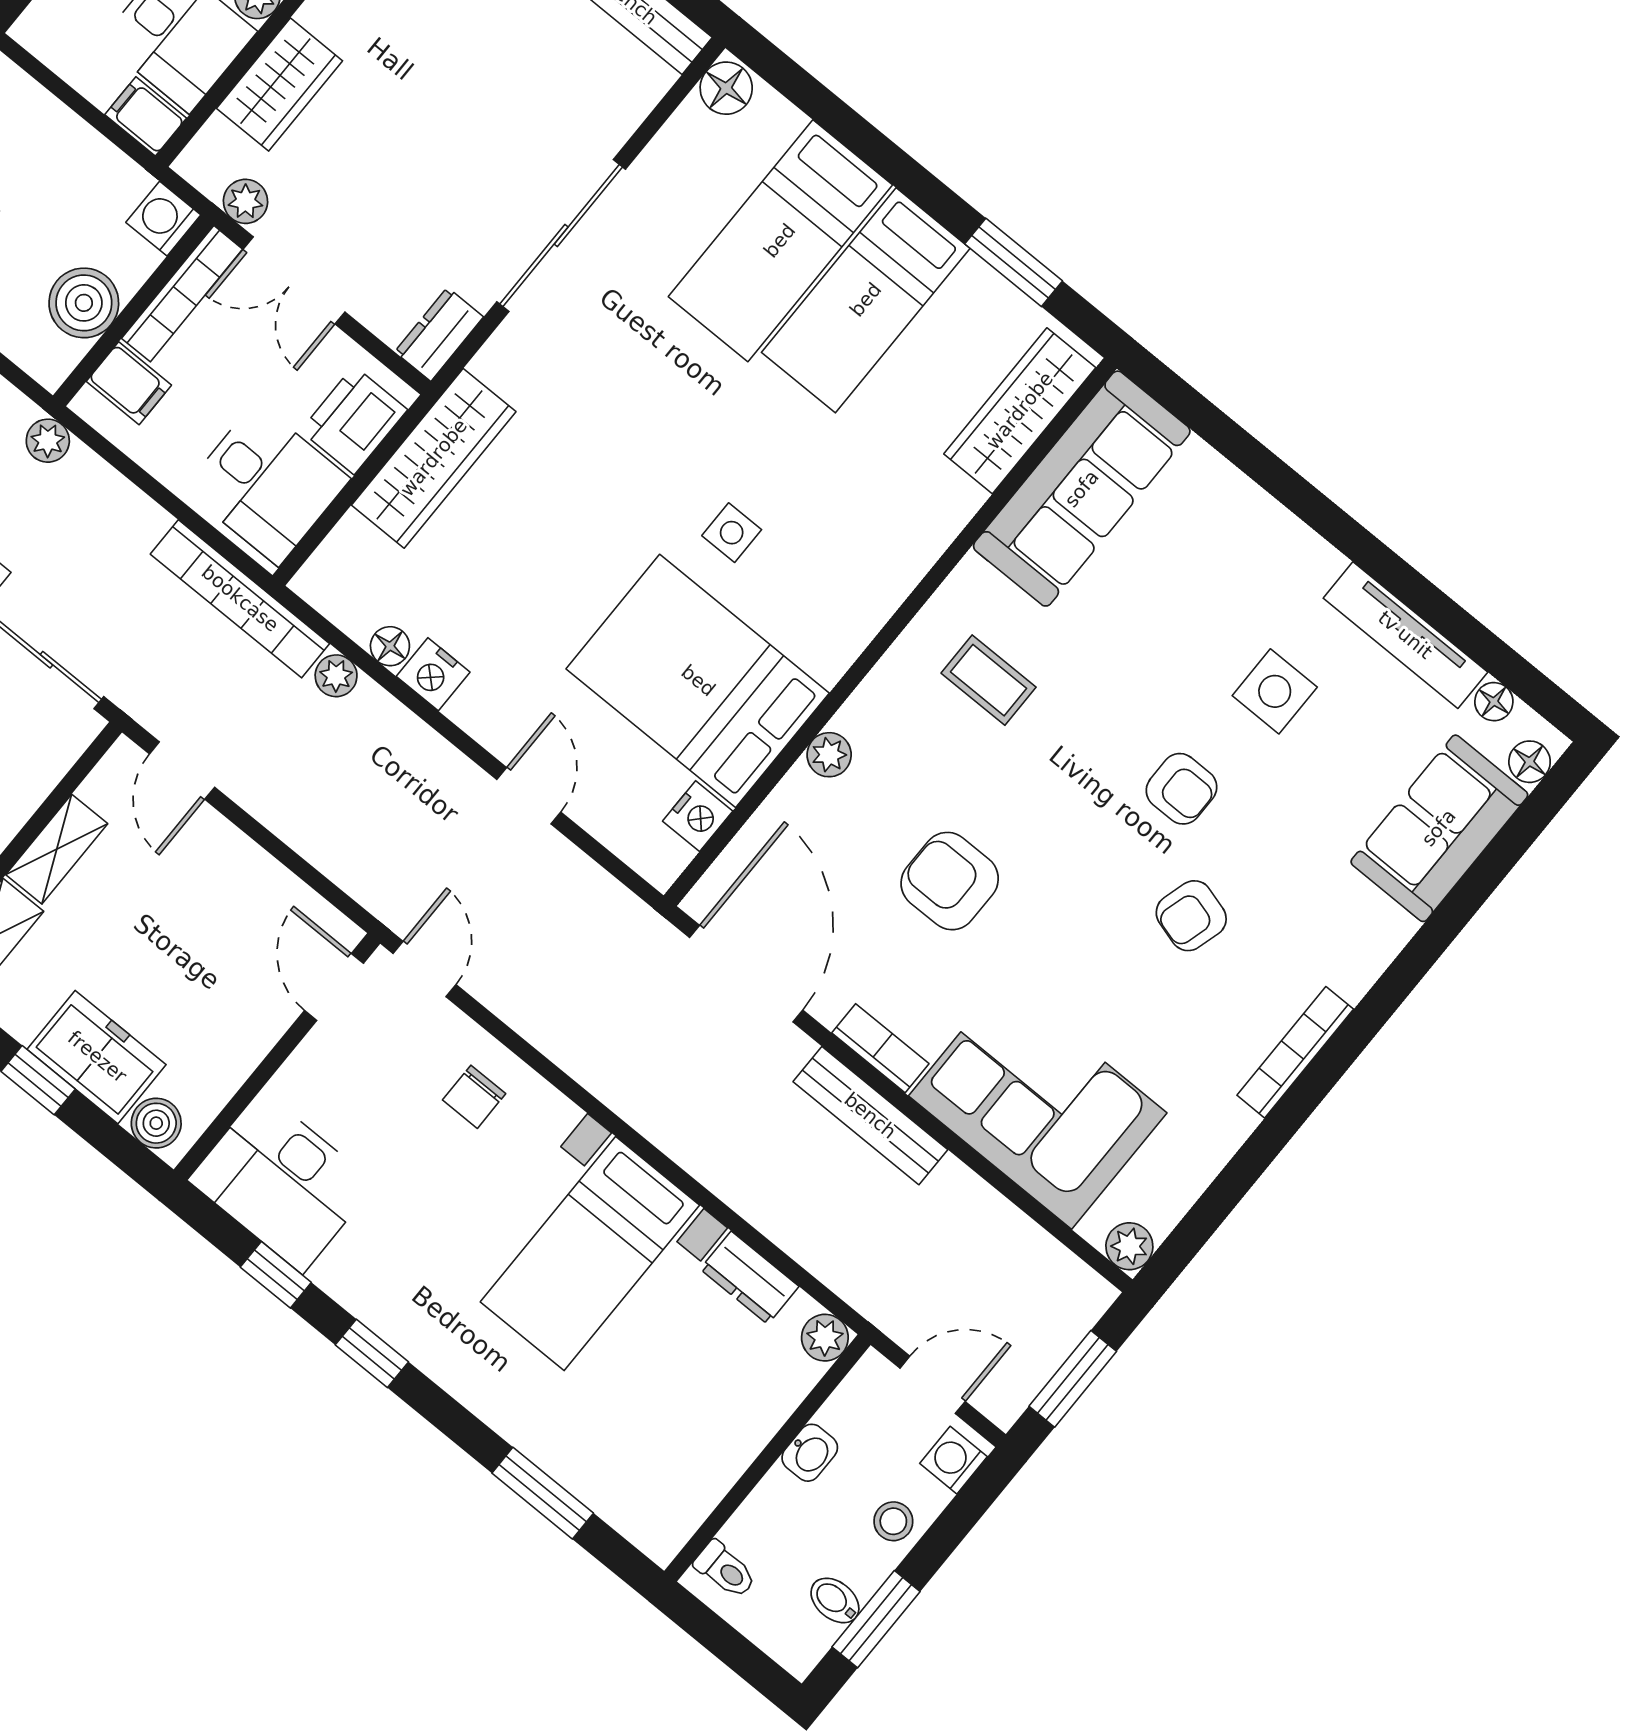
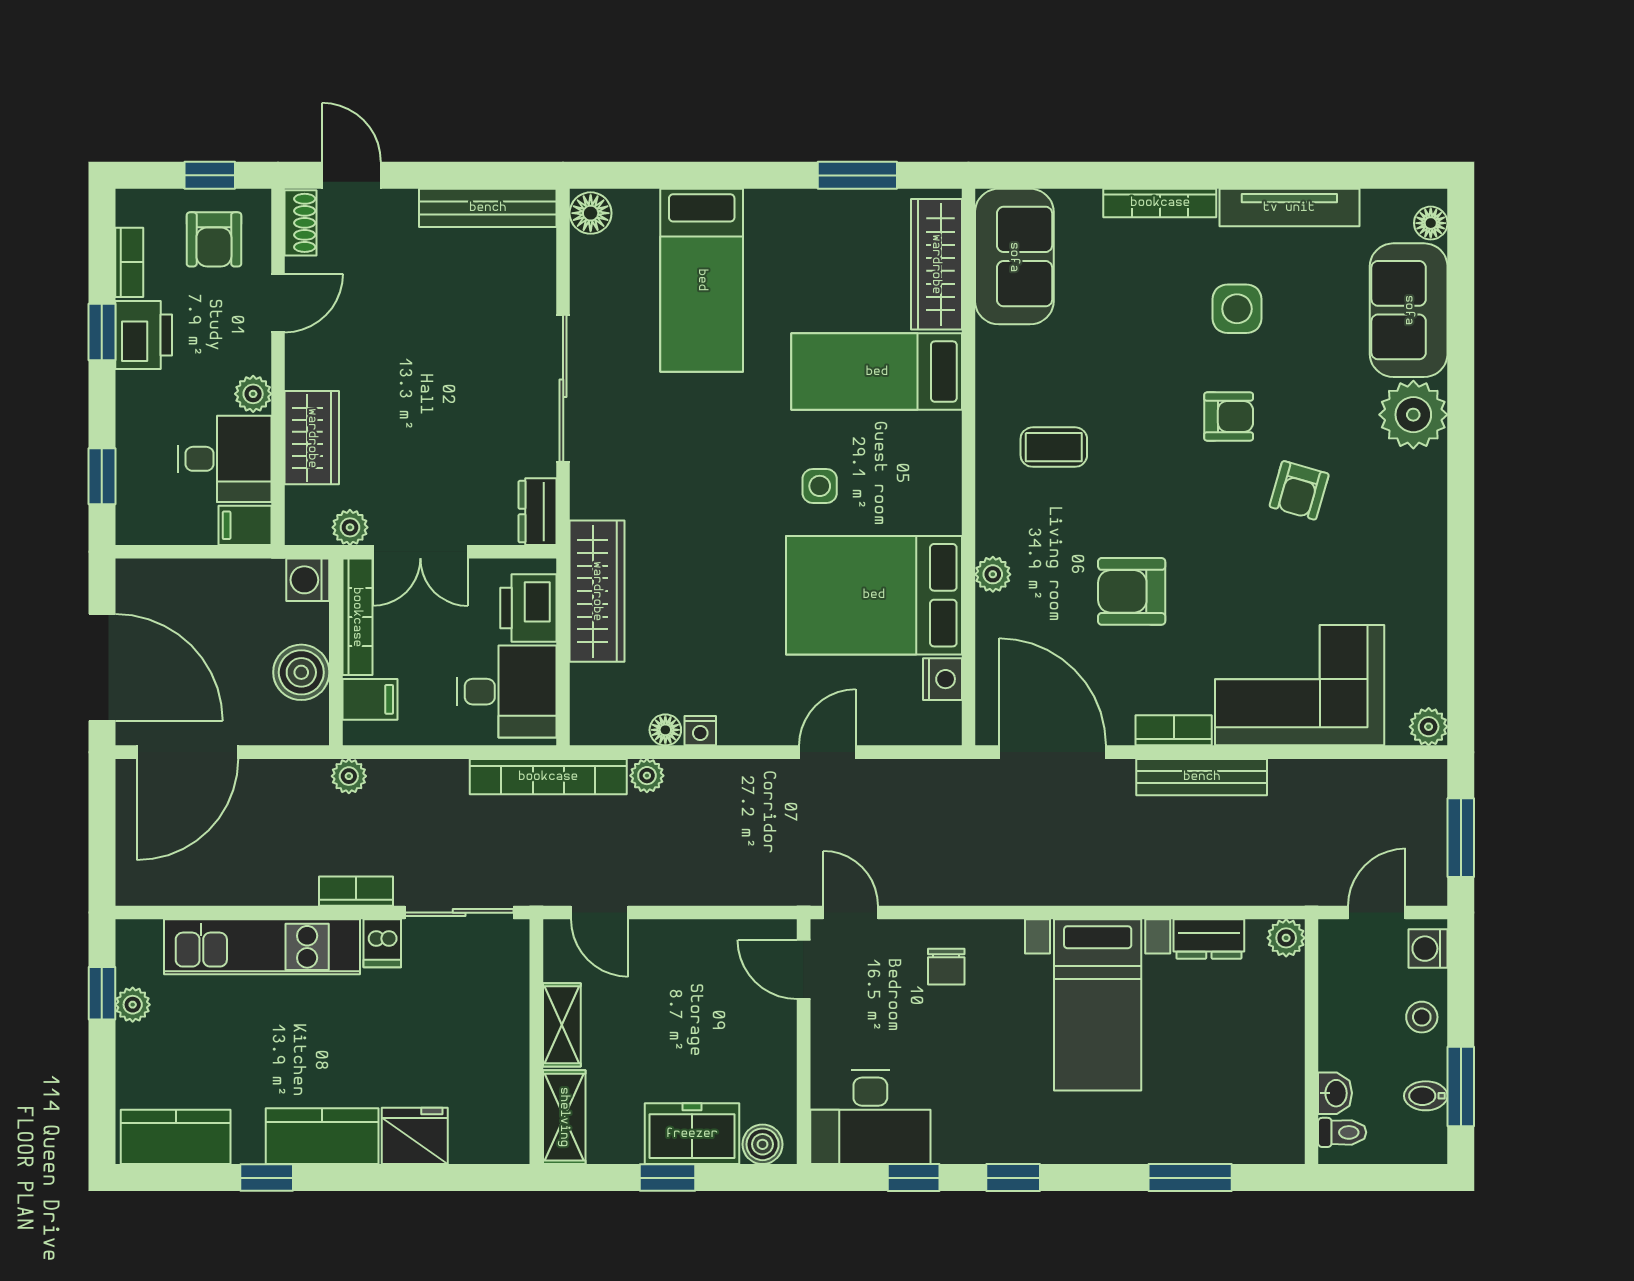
bed: (866, 300) -> (877, 372), moved, turned 90
sofa: (1082, 489) -> (1014, 257), width x0.73
nightstand: (433, 674) -> (700, 731), width x0.72, depth x0.74
floor lamp: (1494, 702) -> (1378, 204), removed
door: (529, 796) -> (827, 752), hinge flipped
plant: (1361, 933) -> (1413, 415), added
bookcase: (1295, 1052) -> (1160, 203), moved, turned -90
washbasin: (810, 1453) -> (1335, 1093), moved

